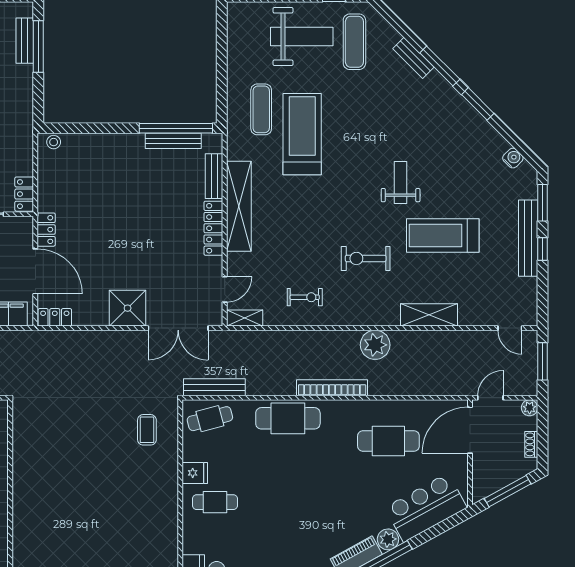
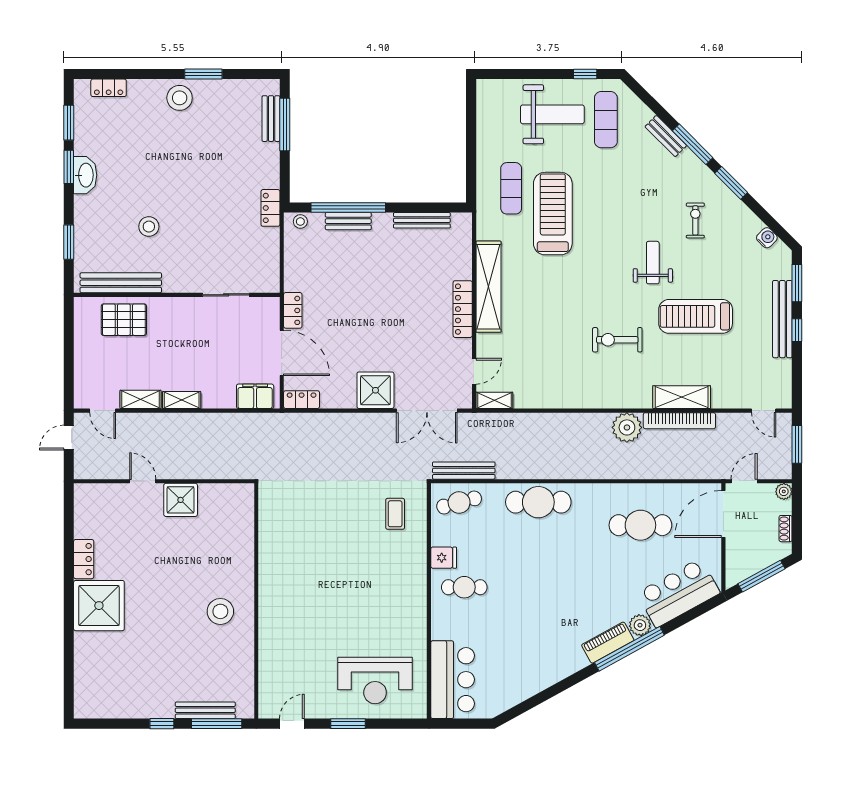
window: (176, 128) -> (348, 207), moved
bench: (214, 176) -> (348, 221), moved, turned 90
locker: (24, 194) -> (270, 208), moved
exercise bike: (305, 297) -> (695, 220), moved, turned -90
bookcase: (332, 388) -> (679, 421), moved, turned 180

